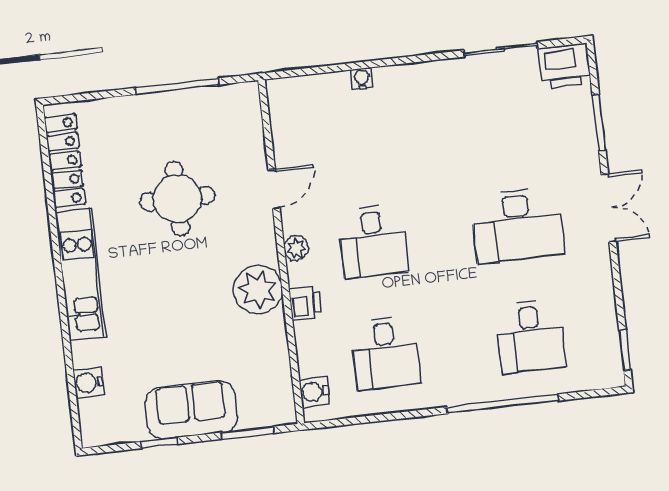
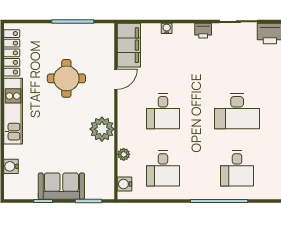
filing cabinet: (292, 120) -> (129, 45), added
plant: (296, 248) -> (124, 154), moved
printer: (305, 303) -> (203, 31), moved, turned 90

